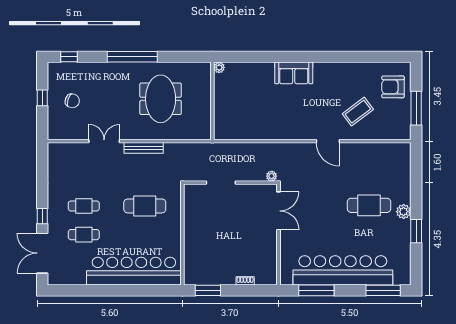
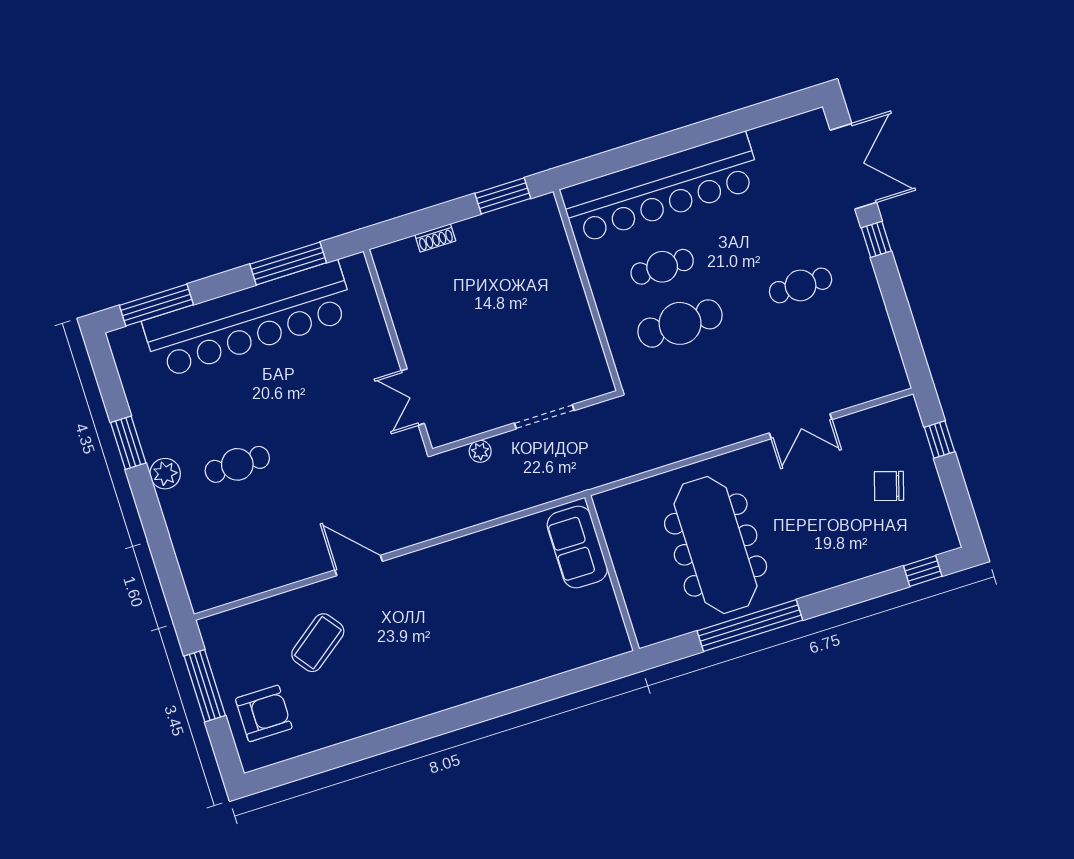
window: (132, 57) -> (750, 625), moved
plant: (219, 67) -> (619, 643), removed
sofa: (294, 73) -> (577, 547), moved, turned -90
window: (42, 98) -> (939, 440), moved
meeting table: (161, 99) -> (716, 545), width x1.36
bench: (144, 148) -> (718, 437), removed
plant: (272, 176) -> (480, 451), moved
cafe table: (369, 205) -> (237, 464), width x0.73, depth x0.74
double door: (279, 211) -> (413, 397), width x0.73
cafe table: (84, 235) -> (662, 267), moved

